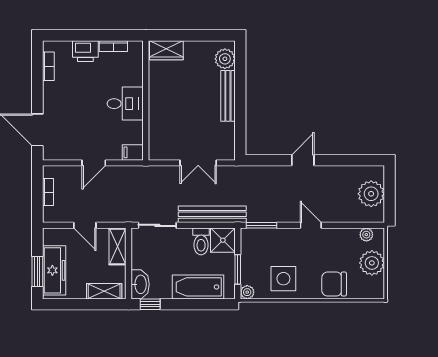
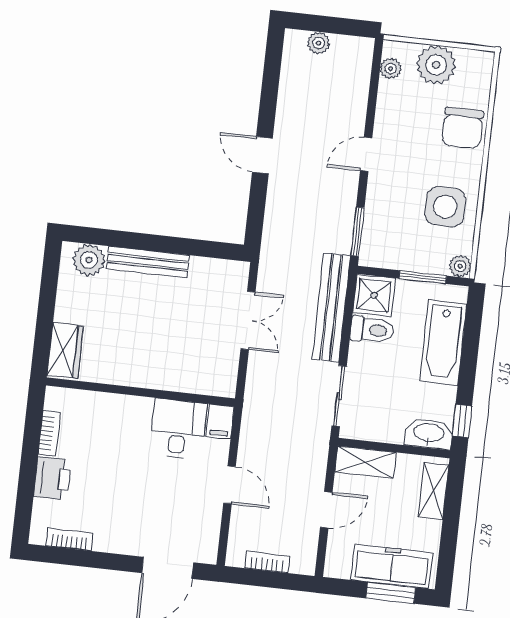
desk: (125, 104) -> (178, 429), moved
plant: (371, 194) -> (319, 43), width x0.53, depth x0.53

